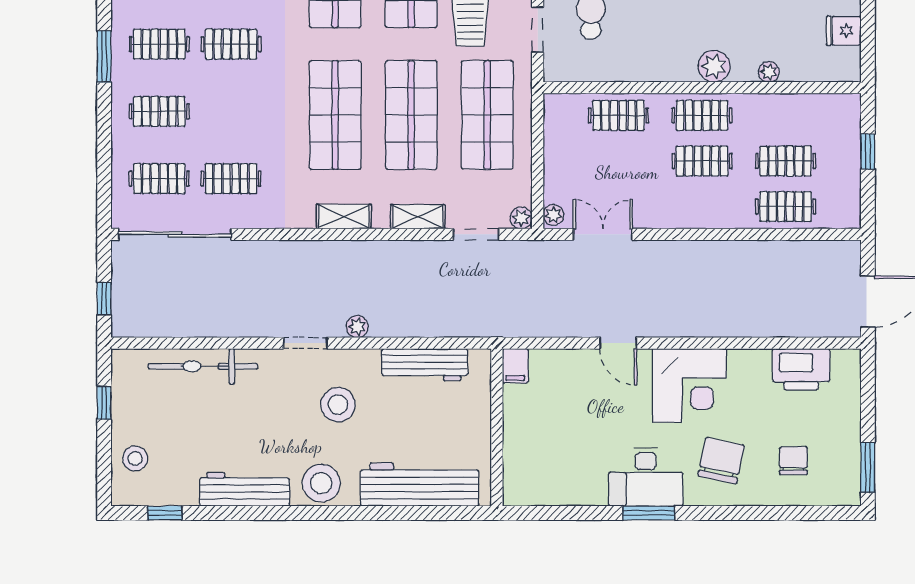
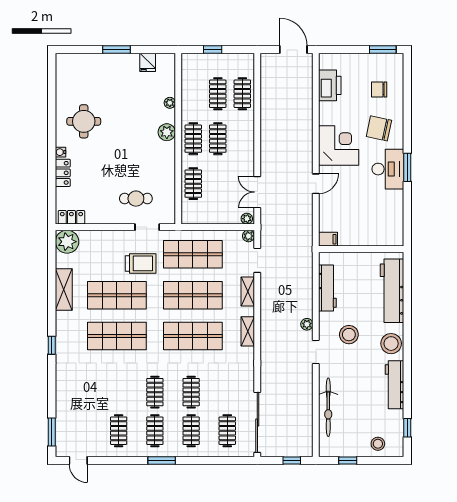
clothes rail: (231, 179) -> (191, 392), moved

